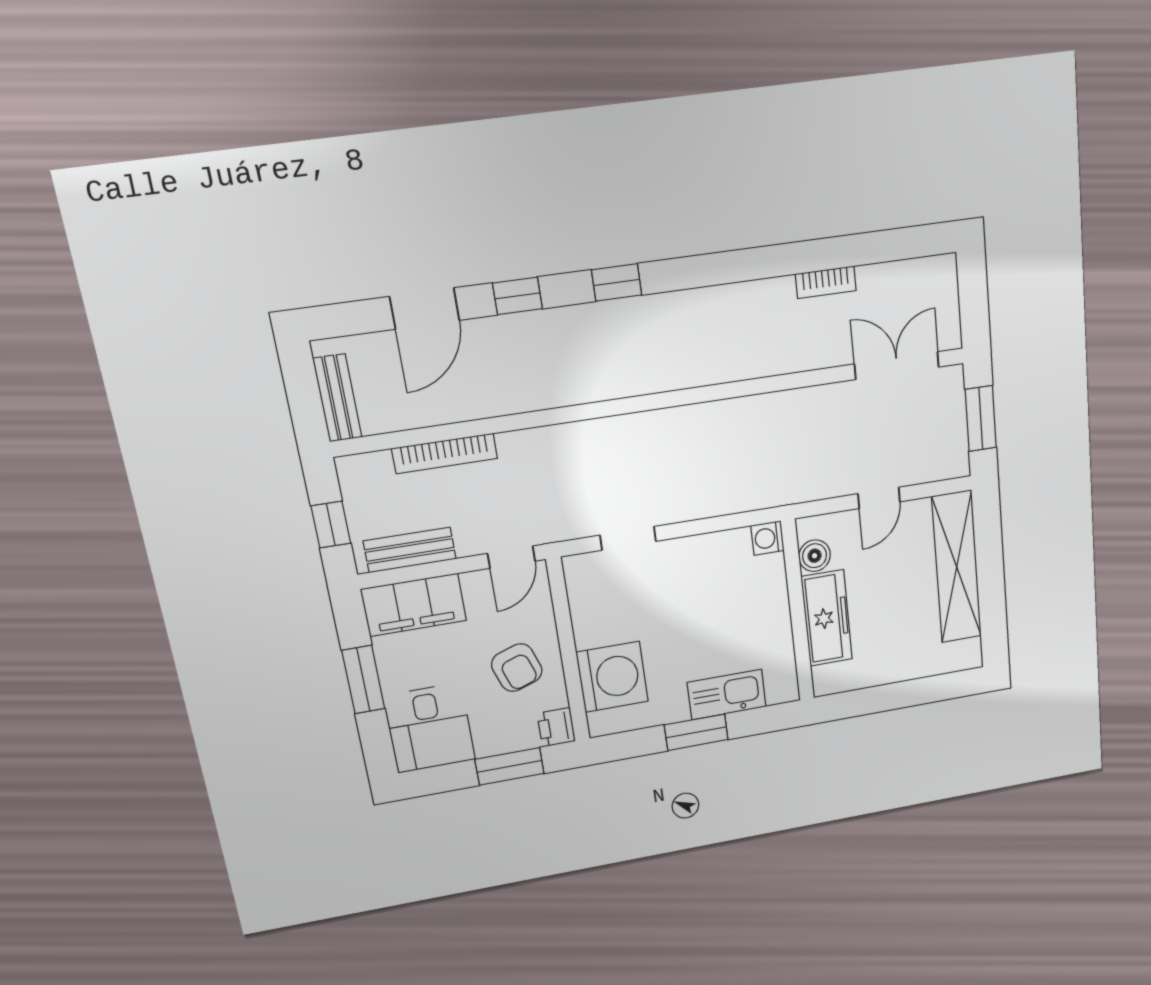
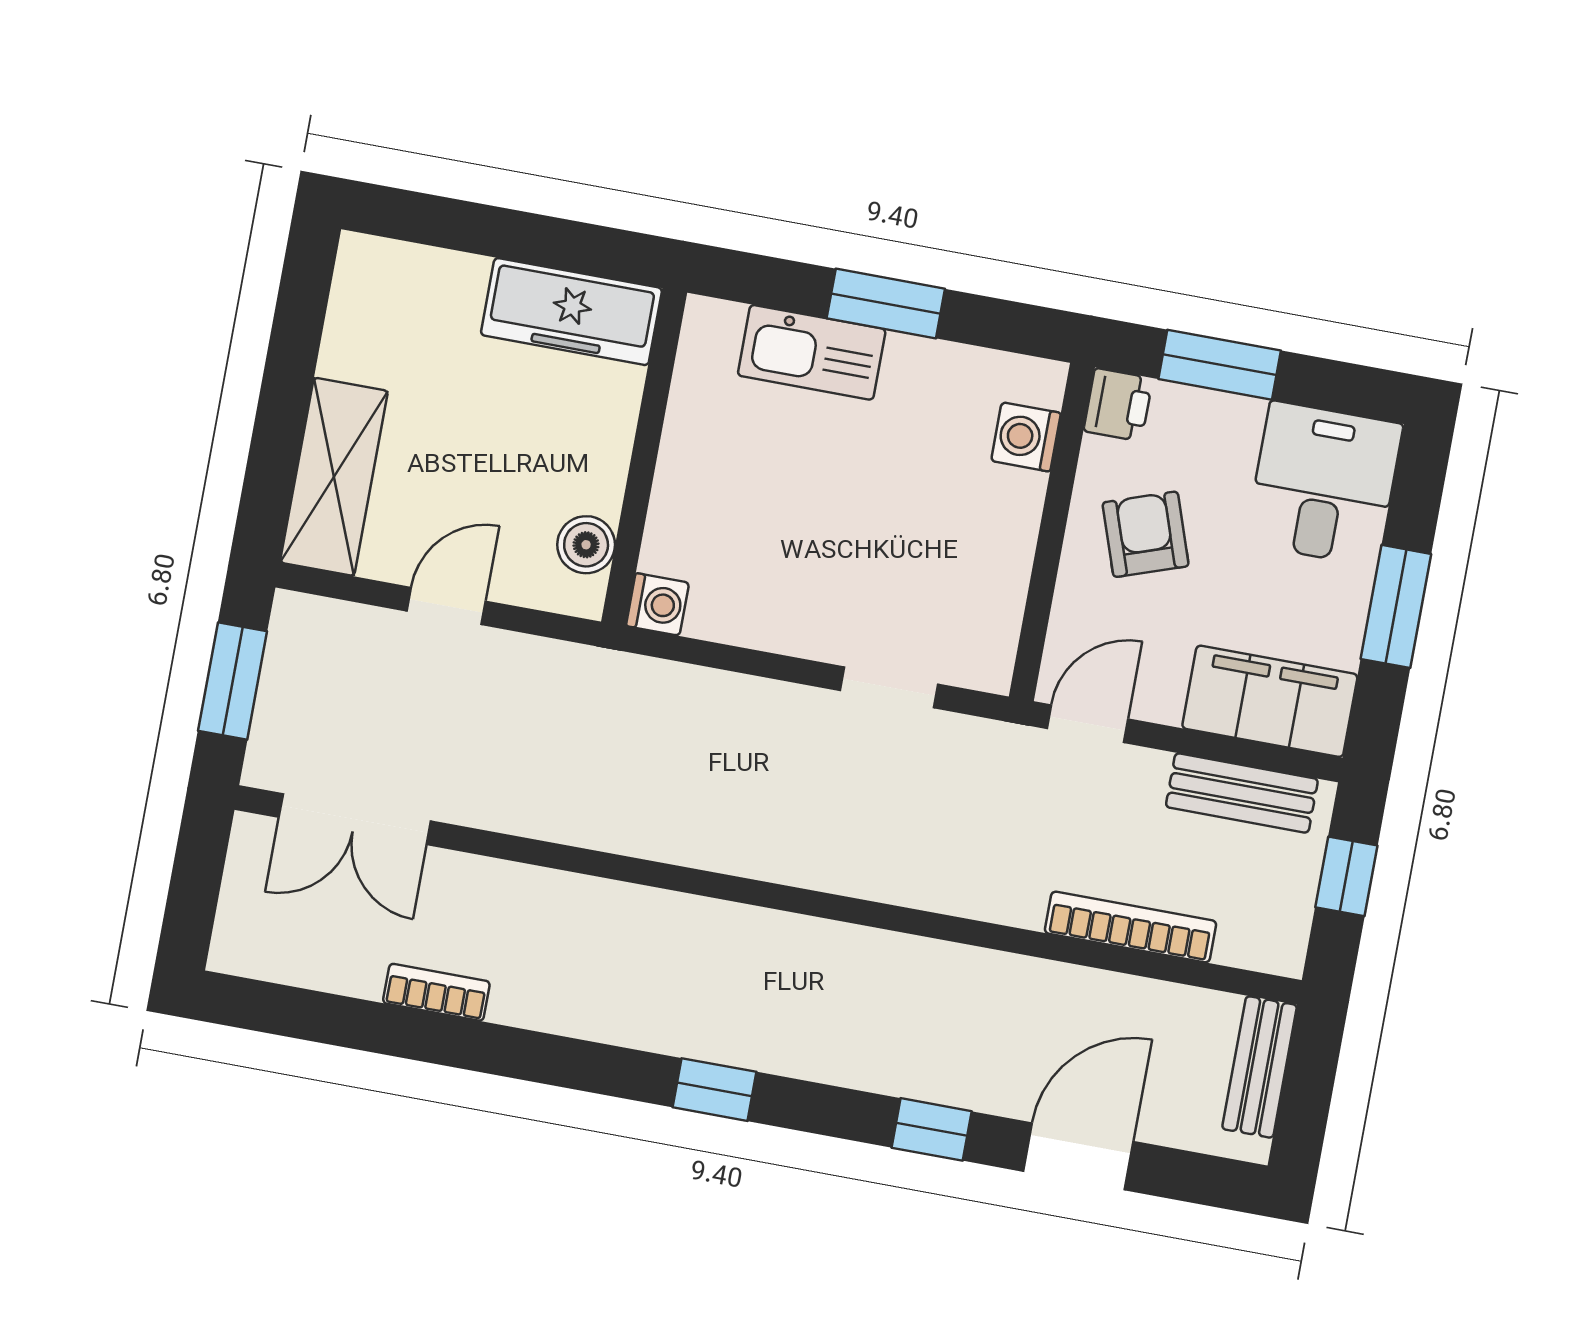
window: (617, 282) -> (715, 1090), moved
shelving: (957, 567) -> (334, 477), width x0.68
freezer: (827, 618) -> (571, 312), moved, turned -90
washing machine: (612, 677) -> (1026, 437), width x0.53, depth x0.53

